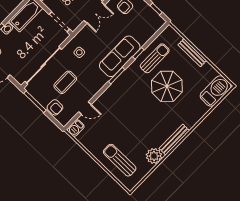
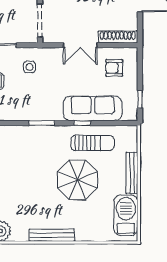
sofa: (120, 56) -> (93, 108), moved
barbecue: (216, 91) -> (126, 215), moved, turned -90
bench: (174, 140) -> (52, 235), moved

